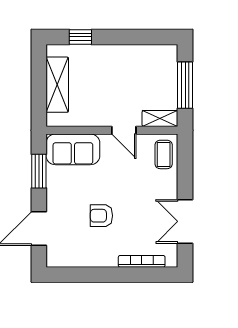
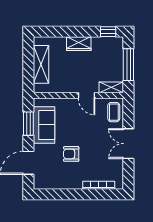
window: (80, 37) -> (108, 32), moved
wardrobe: (112, 54) -> (79, 44), added
sofa: (73, 149) -> (44, 125), moved, turned -90
double door: (185, 221) -> (128, 144), moved

